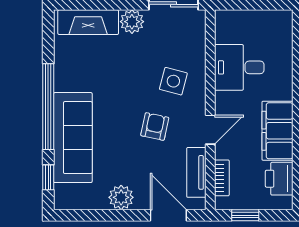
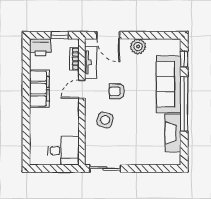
fireplace: (88, 22) -> (173, 133), moved, turned -90
plant: (132, 22) -> (131, 157), removed
desk: (239, 67) -> (63, 151), moved
armchair: (155, 127) -> (117, 91), turned 78
printer: (279, 179) -> (40, 47), moved, turned 90

